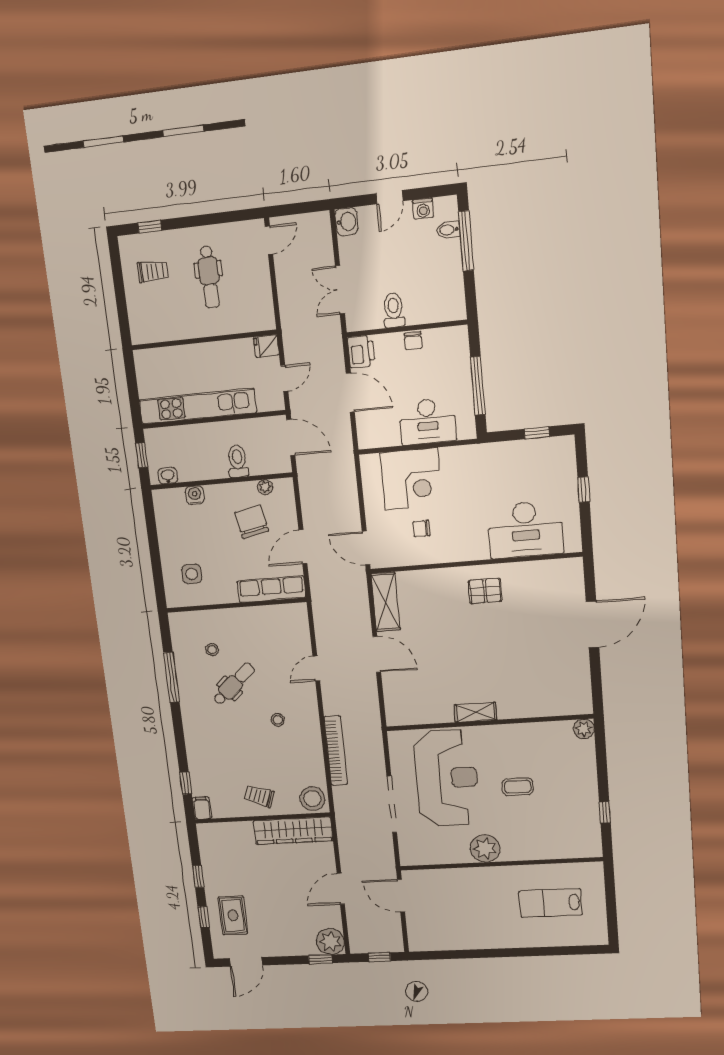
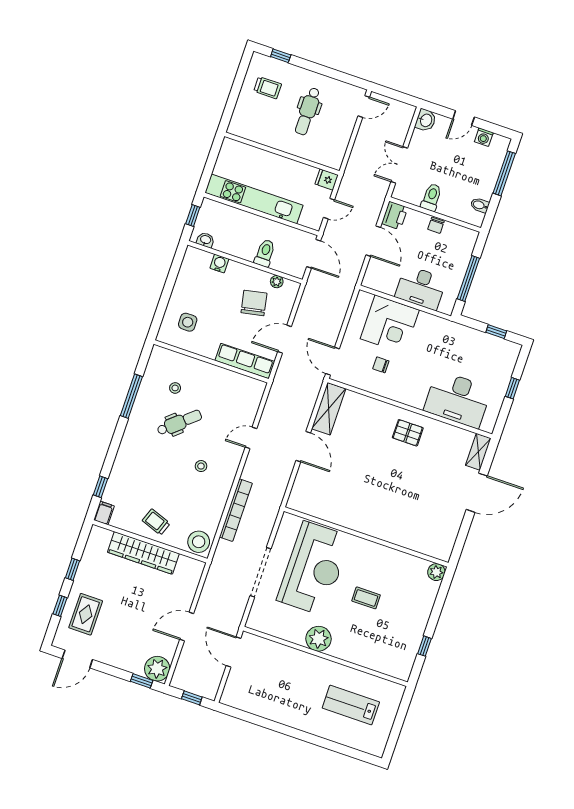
bidet: (448, 230) -> (480, 205), moved
shelving: (475, 712) -> (478, 452), moved, turned 90
wardrobe: (293, 831) -> (143, 553), moved

